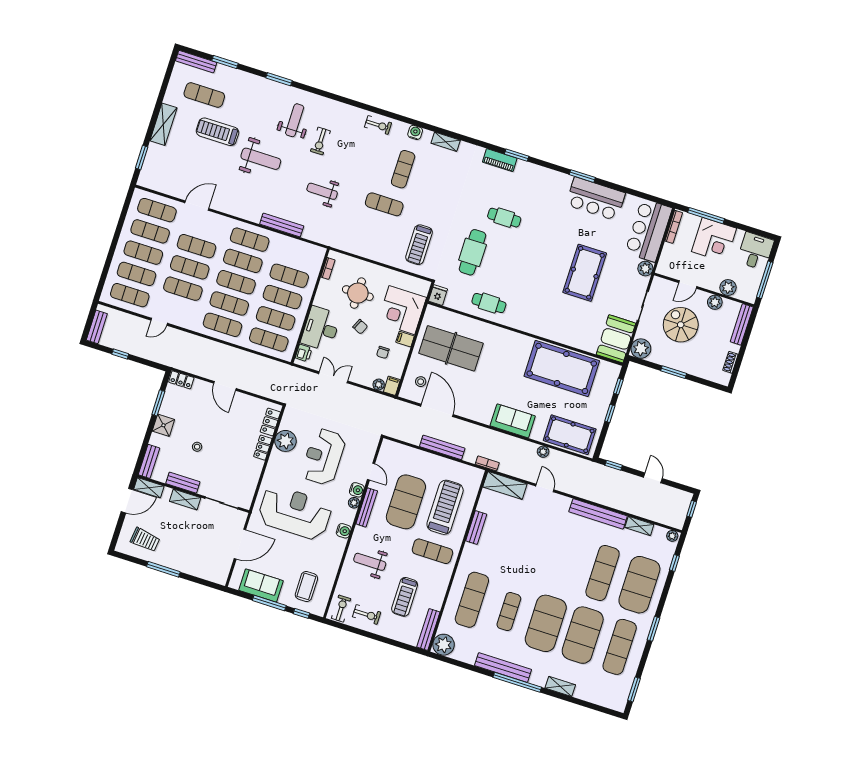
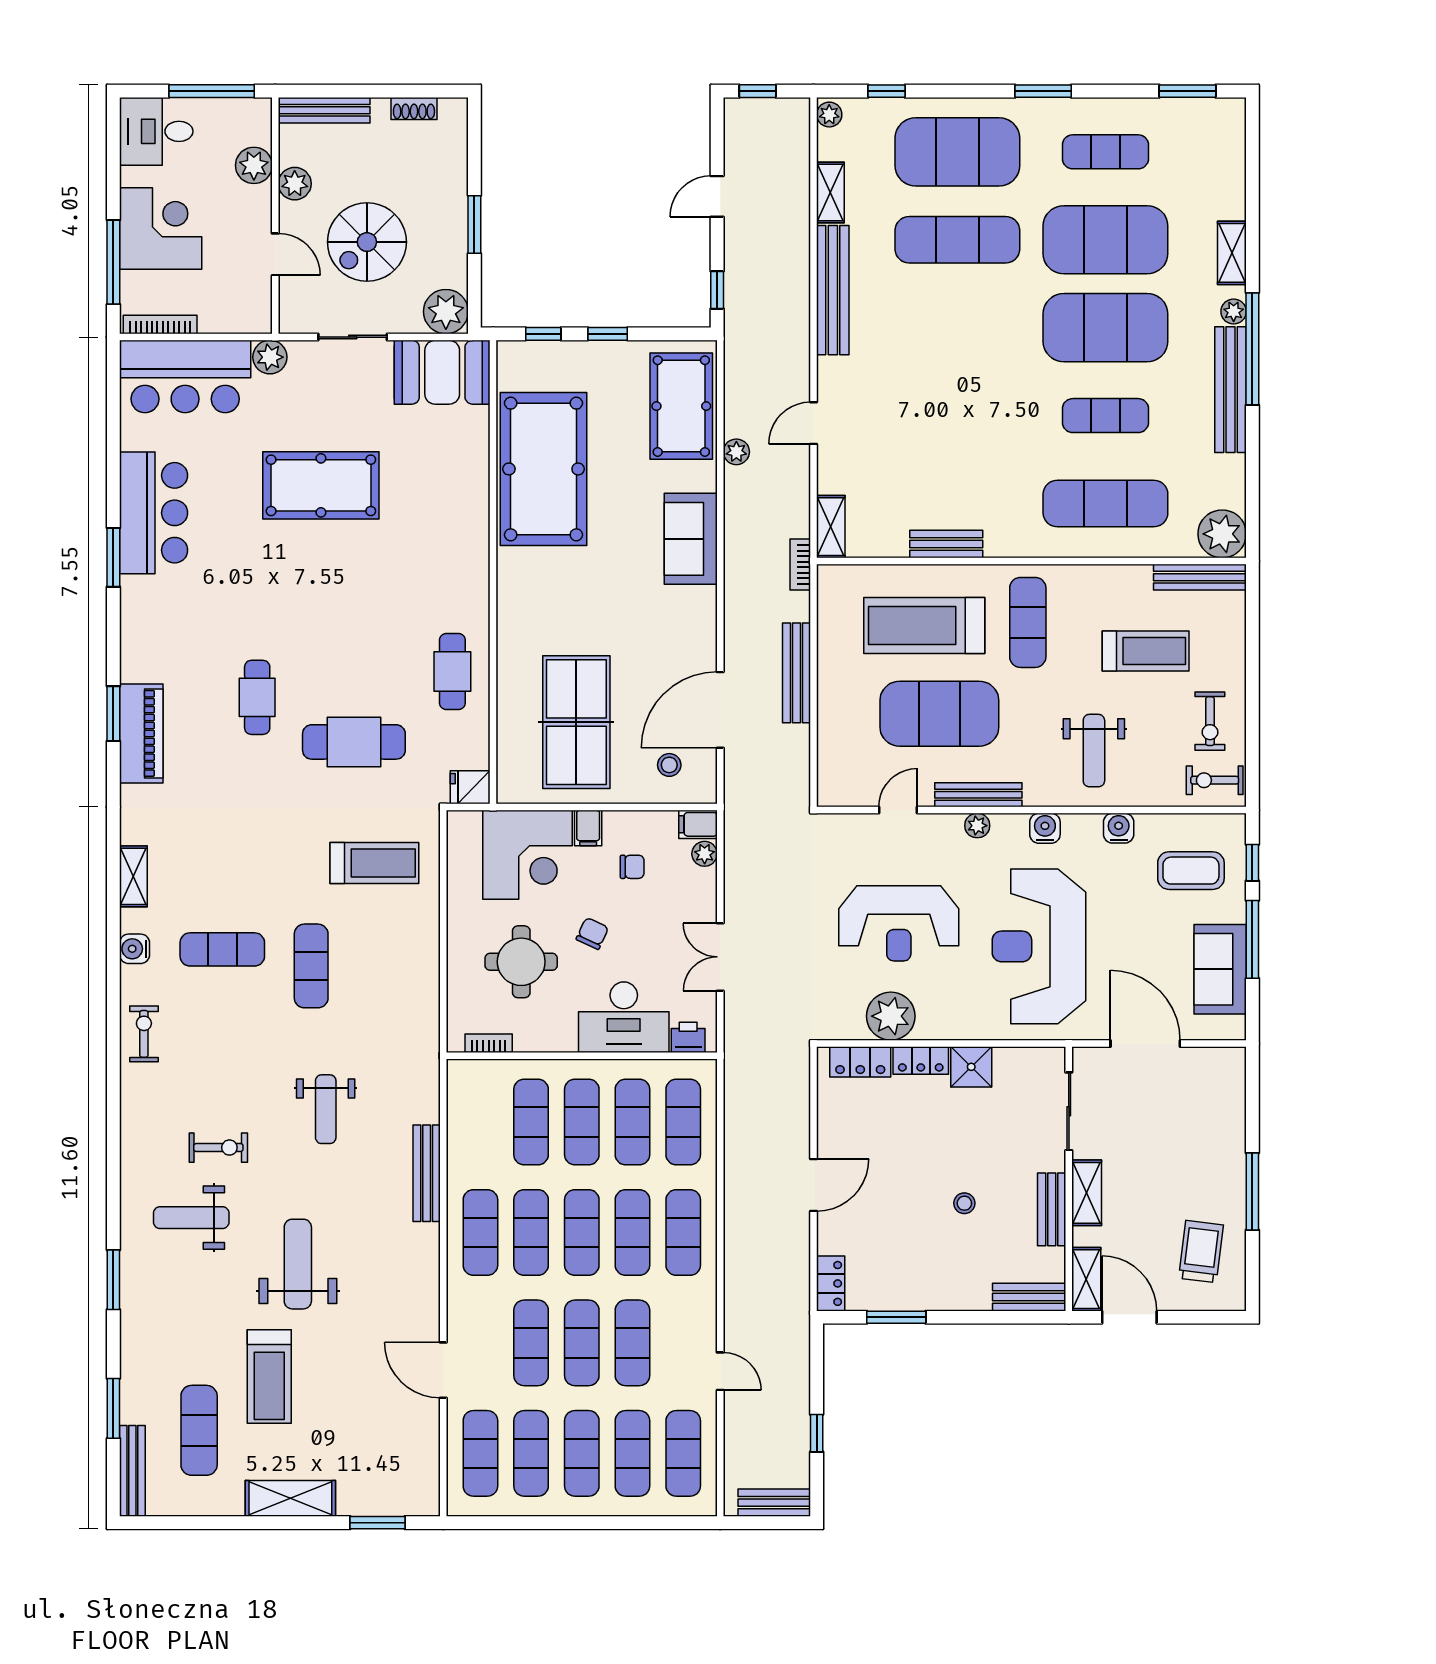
piano: (500, 160) -> (141, 733), width x1.37, depth x1.33
shower: (163, 425) -> (971, 1067), moved
shelving: (505, 485) -> (831, 527), width x0.67, depth x0.75
water cooler: (357, 490) -> (1119, 828), moved
exercise bike: (367, 614) -> (1210, 721), turned 180
exercise mat: (620, 647) -> (1105, 152), width x0.73, depth x0.69
plant: (535, 679) -> (1234, 311), added

